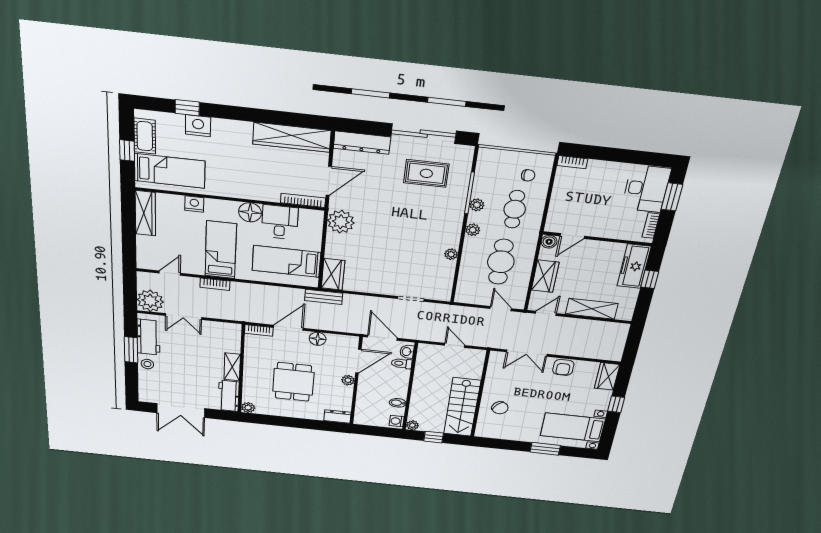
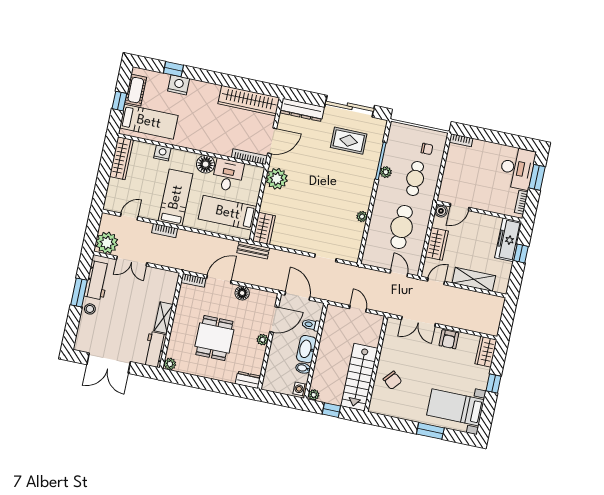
plant: (473, 230) -> (381, 195), removed
washbasin: (407, 352) -> (306, 349), moved, width x1.91, depth x1.45

